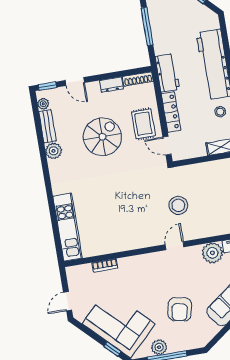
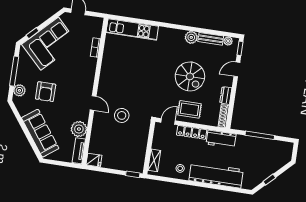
armchair: (180, 309) -> (46, 92), turned -102
plant: (159, 347) -> (19, 90), moved

